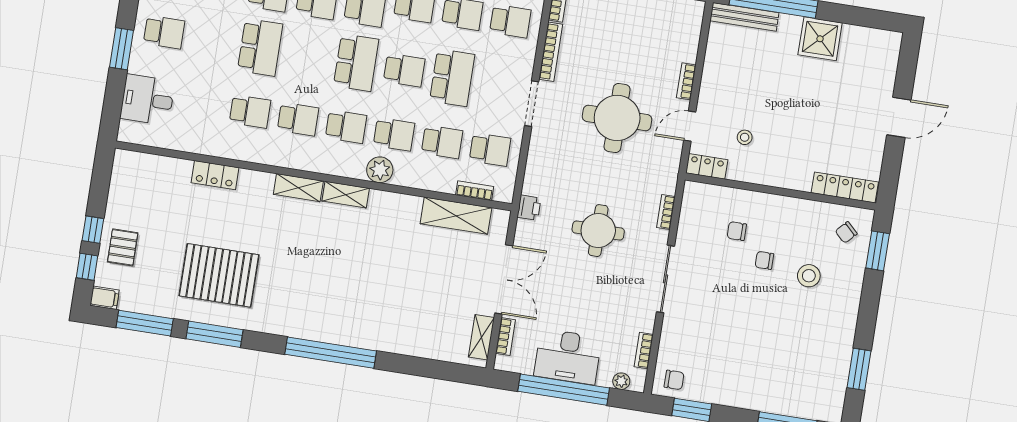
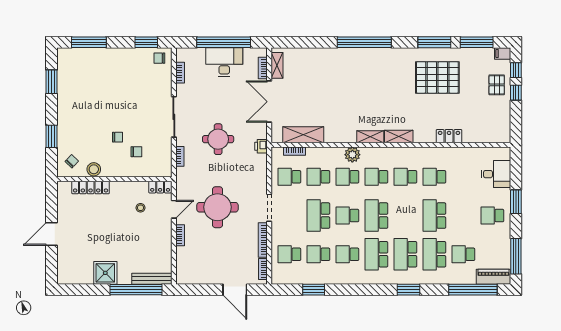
locker: (845, 187) -> (91, 188), moved
window: (878, 251) -> (52, 136), moved
stool: (809, 276) -> (94, 169), moved
plant: (621, 381) -> (190, 53), removed

